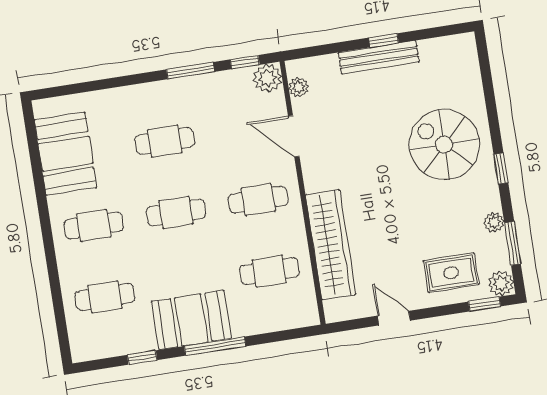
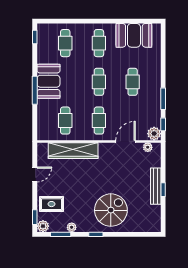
rug: (451, 273) -> (51, 204), turned 90
window: (142, 358) -> (35, 37), moved

